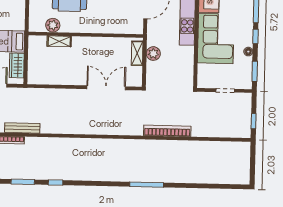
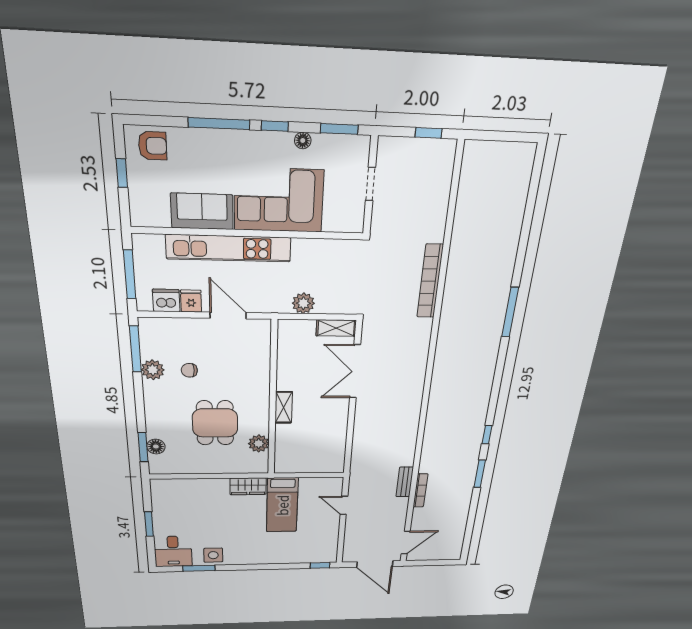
shelving: (59, 41) -> (284, 407), moved
shelving: (137, 53) -> (336, 328), moved
wardrobe: (17, 65) -> (248, 486), moved
bench: (22, 128) -> (405, 482), width x0.73

